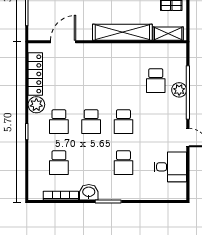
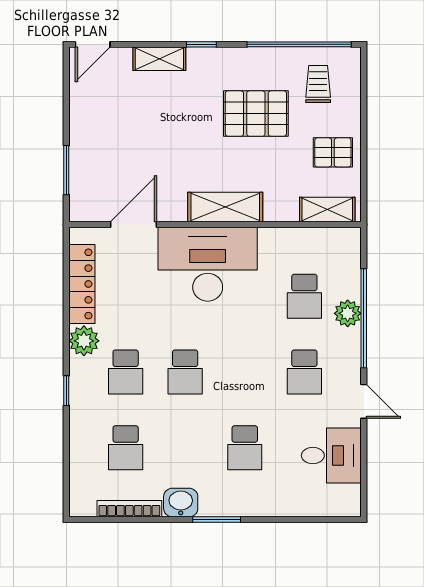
shelving: (122, 32) -> (225, 207), width x0.68
desk: (103, 63) -> (208, 264), added
school desk: (123, 122) -> (304, 372), moved

